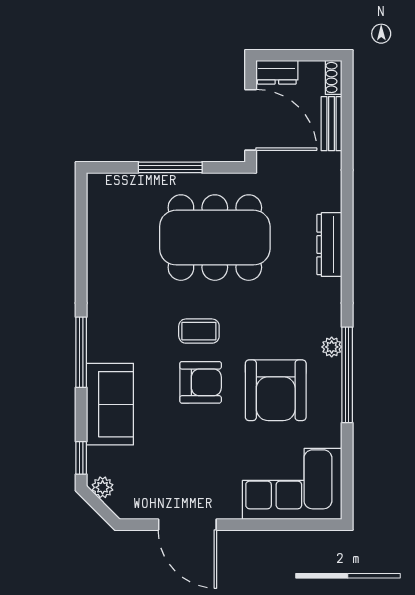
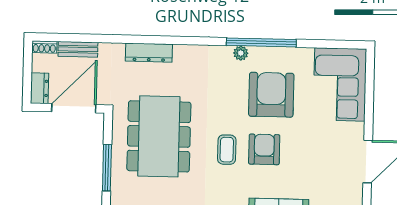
dresser: (329, 245) -> (149, 53), moved
armchair: (276, 390) -> (271, 95), turned -90

